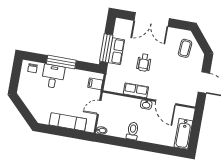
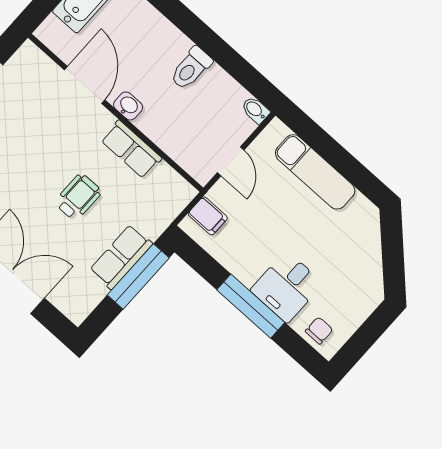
door: (99, 107) -> (231, 161), hinge flipped

